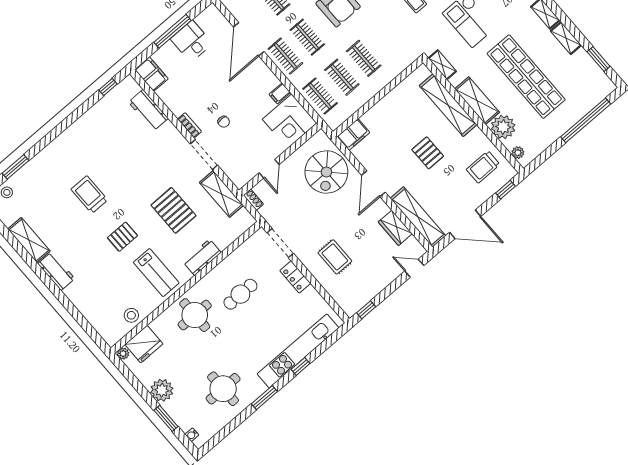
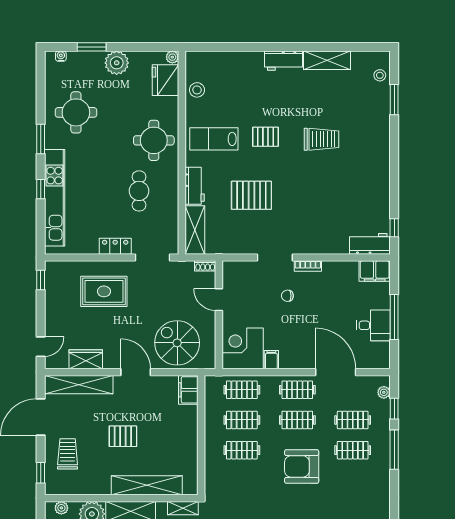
workbench: (148, 110) -> (370, 244), moved
trolley: (483, 167) -> (68, 454), moved
shelving: (221, 194) -> (195, 230), moved, turned 90
pallet: (122, 237) -> (265, 137), turned 90
rug: (335, 257) -> (104, 291), width x1.36, depth x1.43

